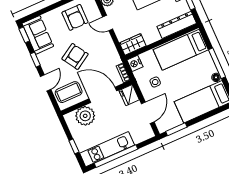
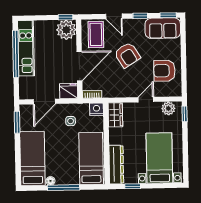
door: (148, 113) -> (44, 102), hinge flipped
plant: (85, 116) -> (66, 30), moved
window: (74, 146) -> (65, 17), moved

